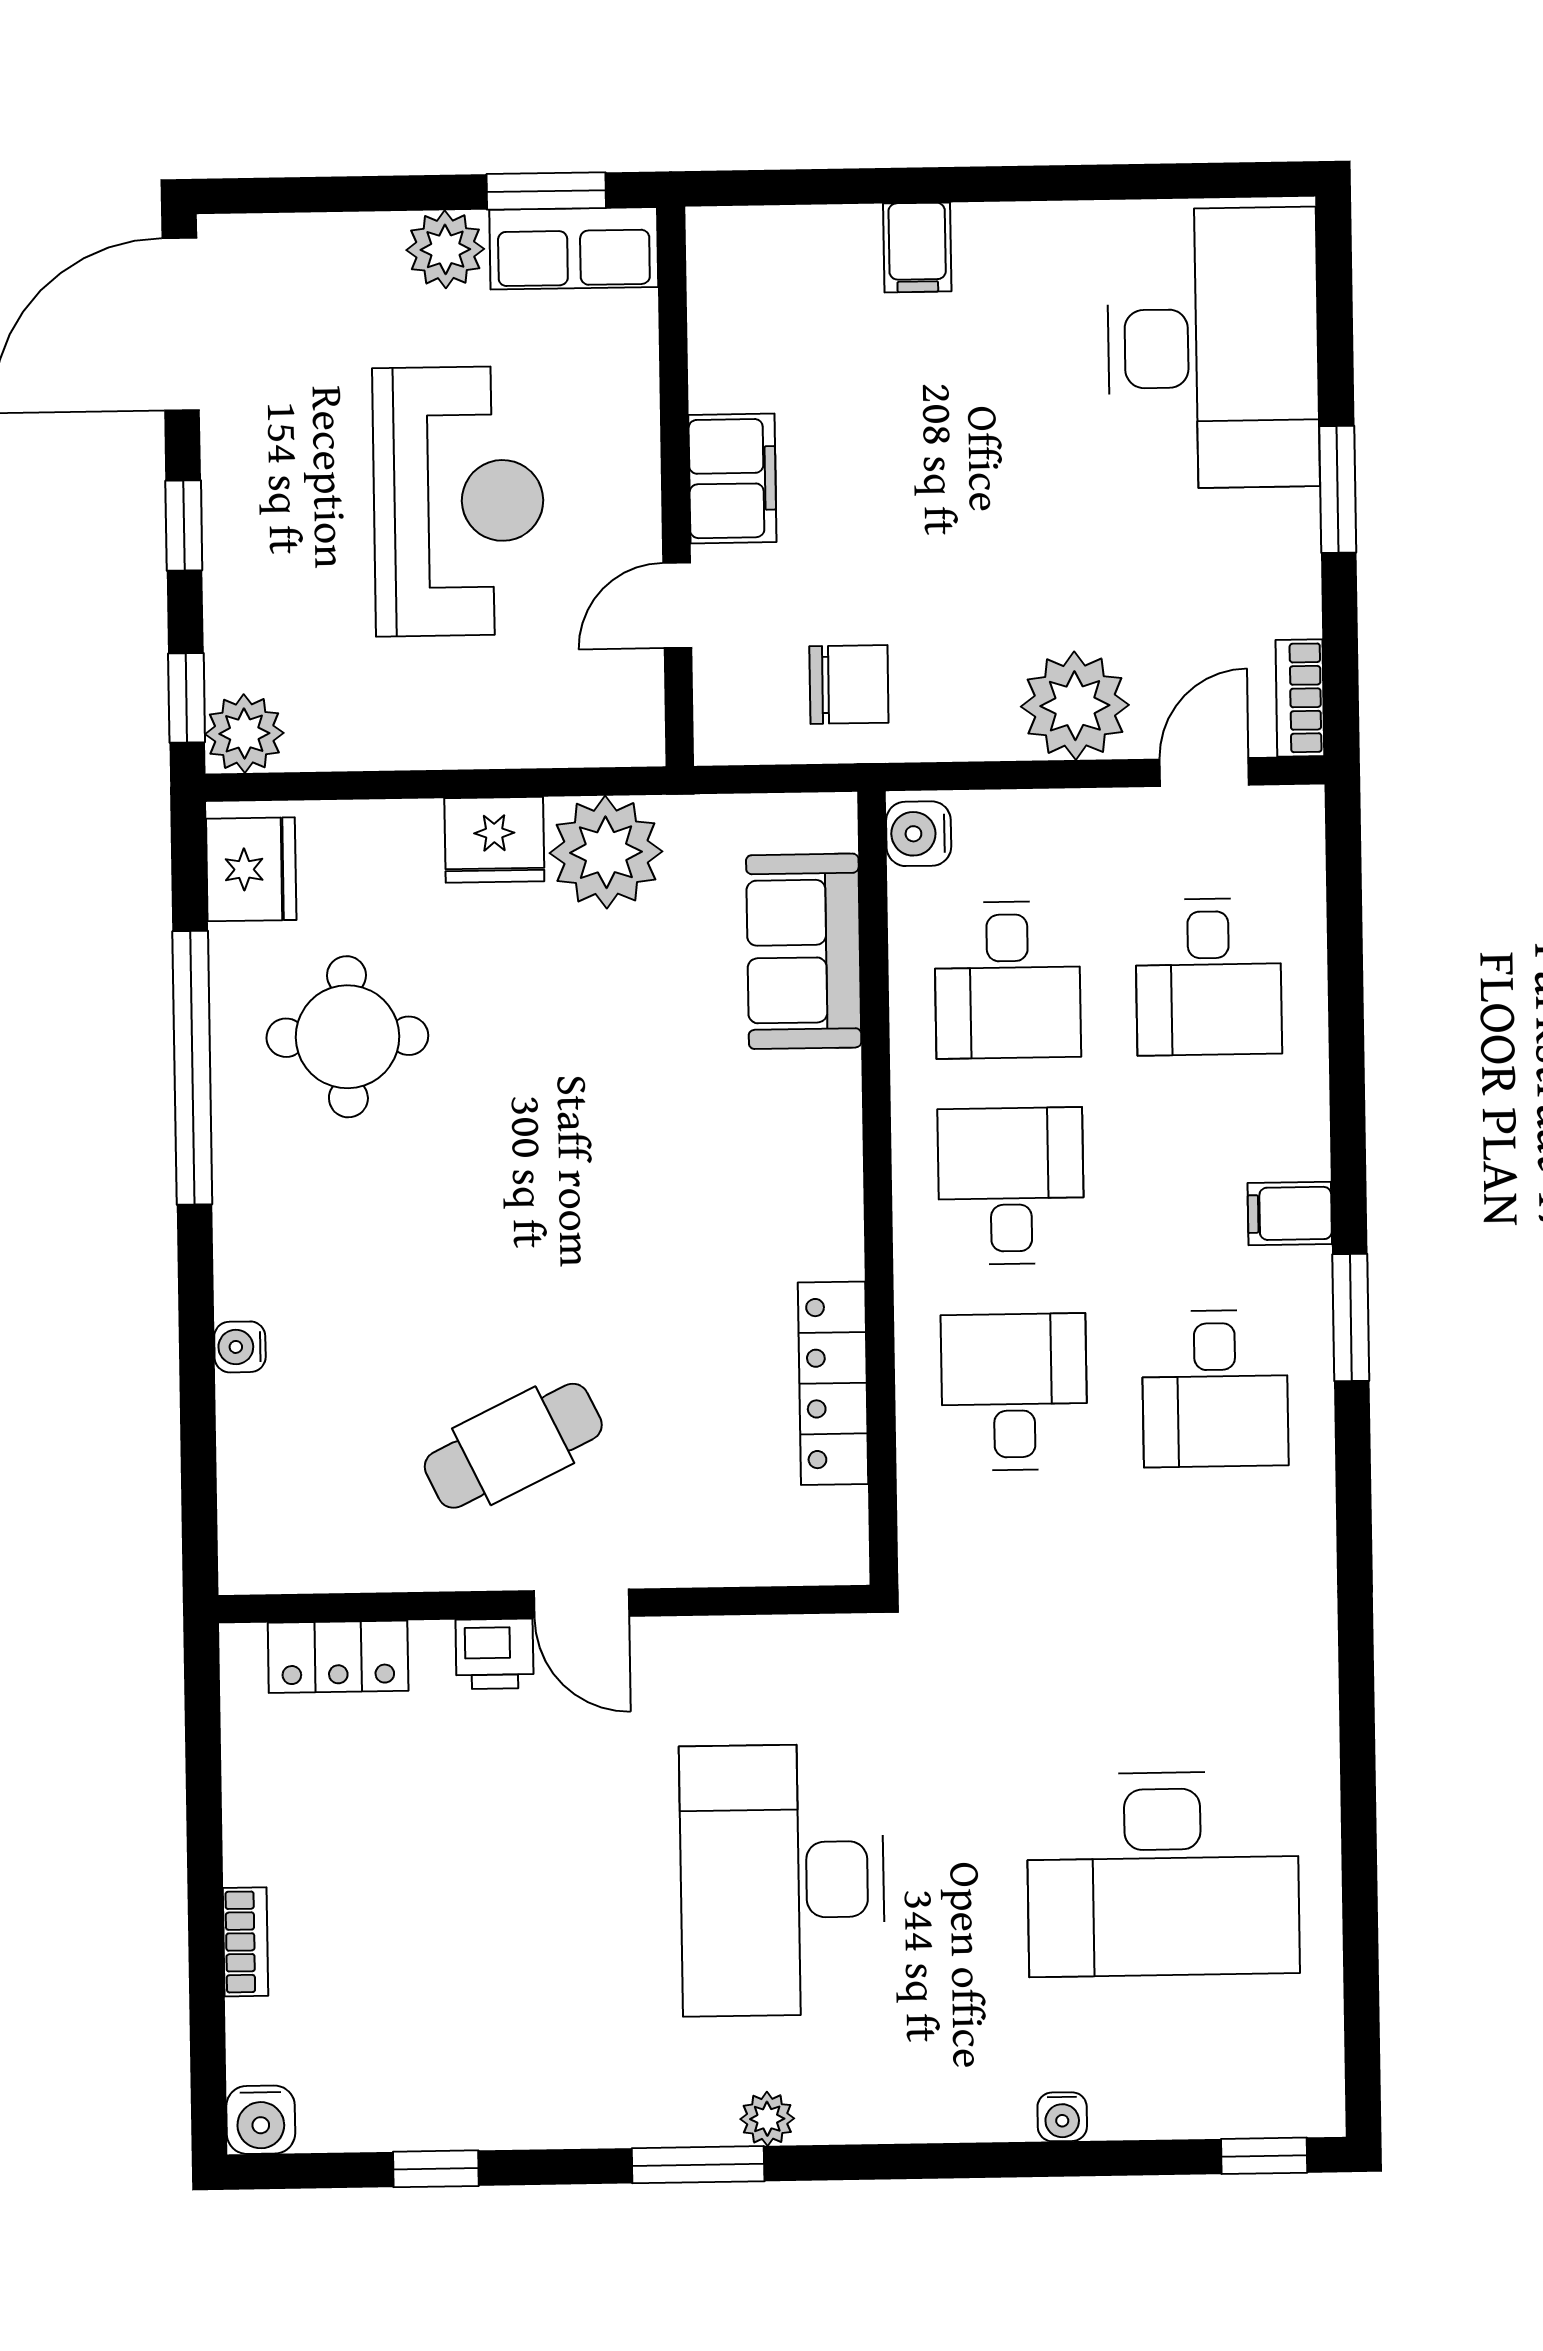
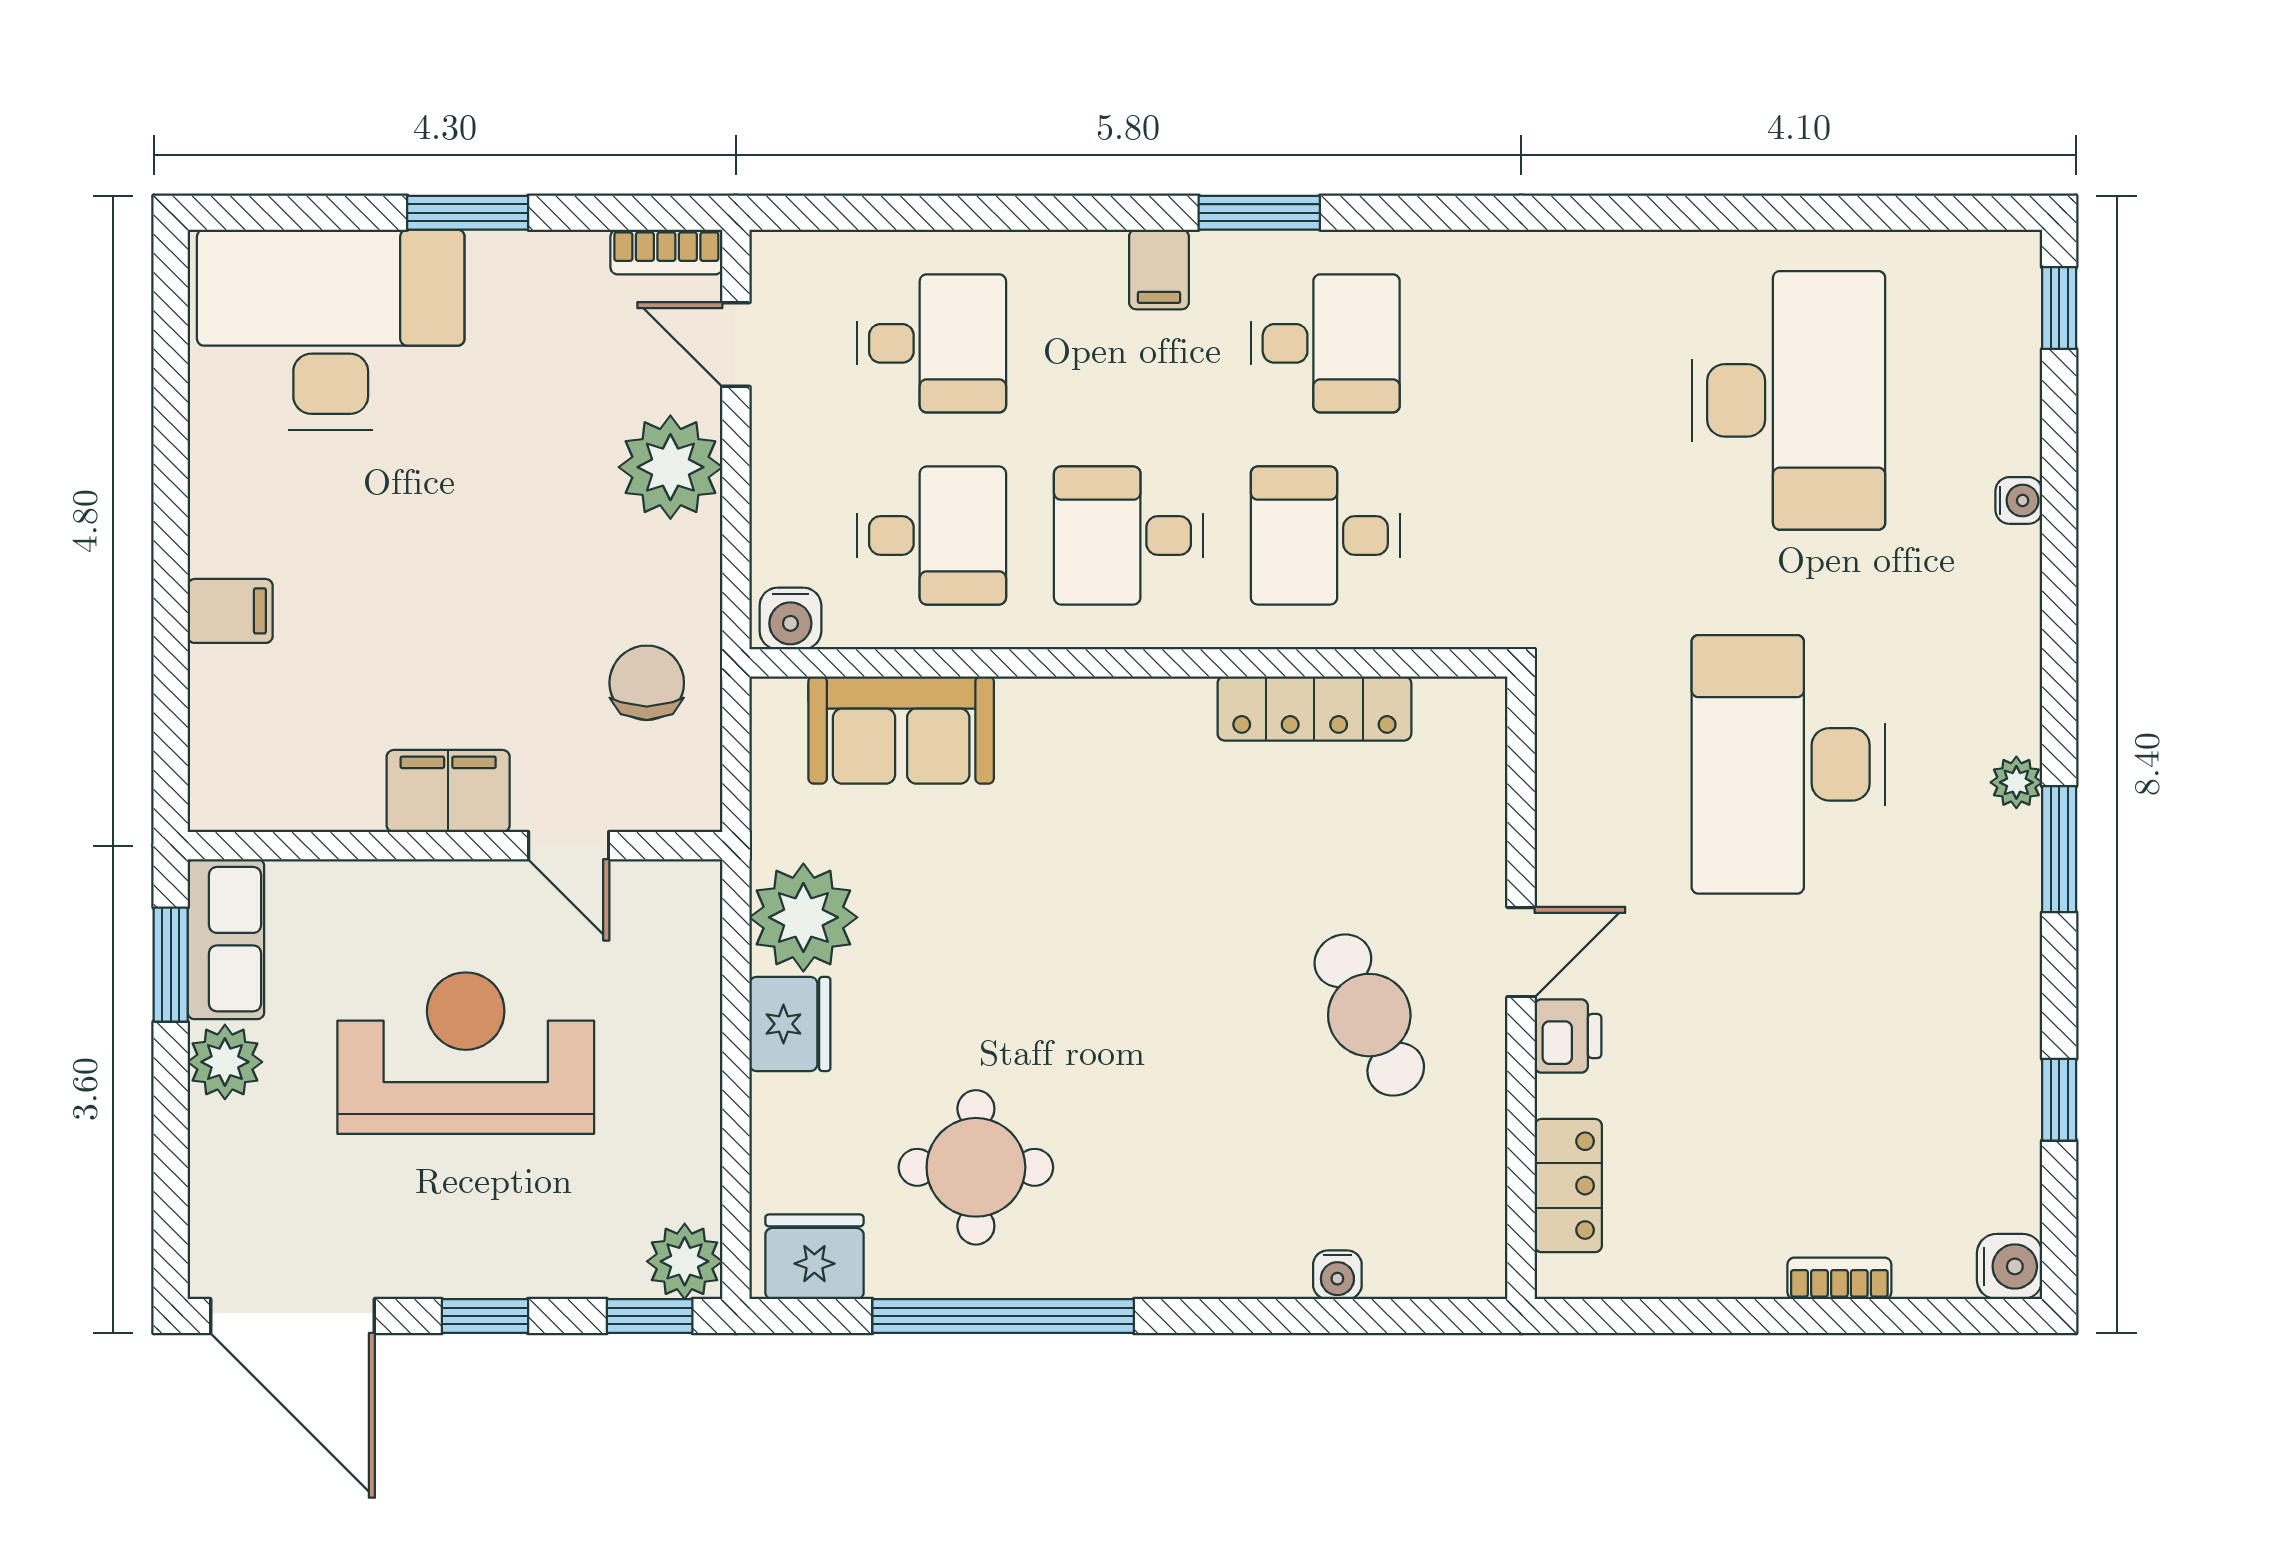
water cooler: (240, 1347) -> (1337, 1275), moved
desk: (782, 1880) -> (1788, 764), turned 90

